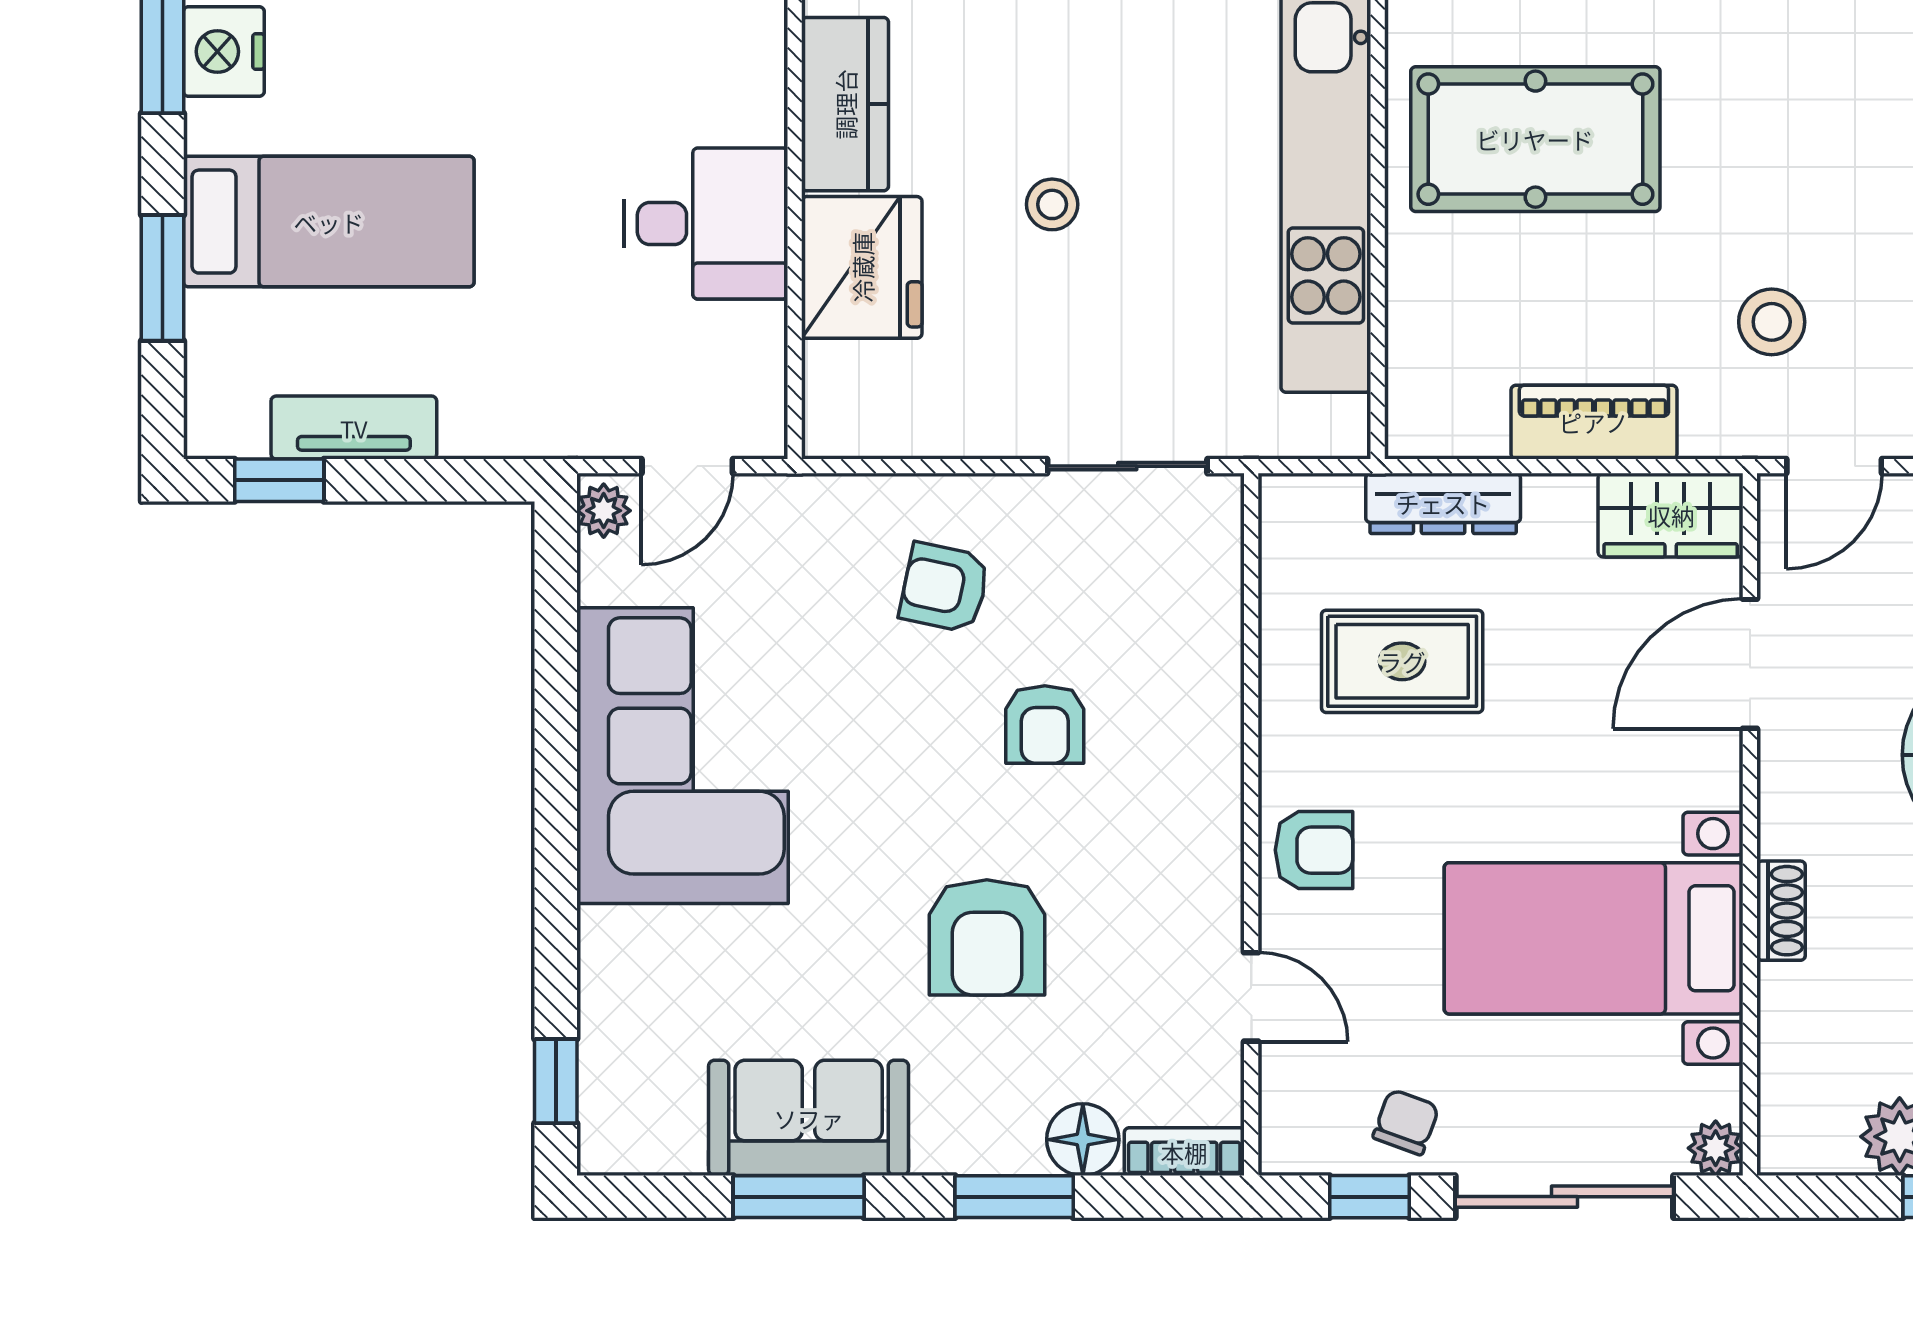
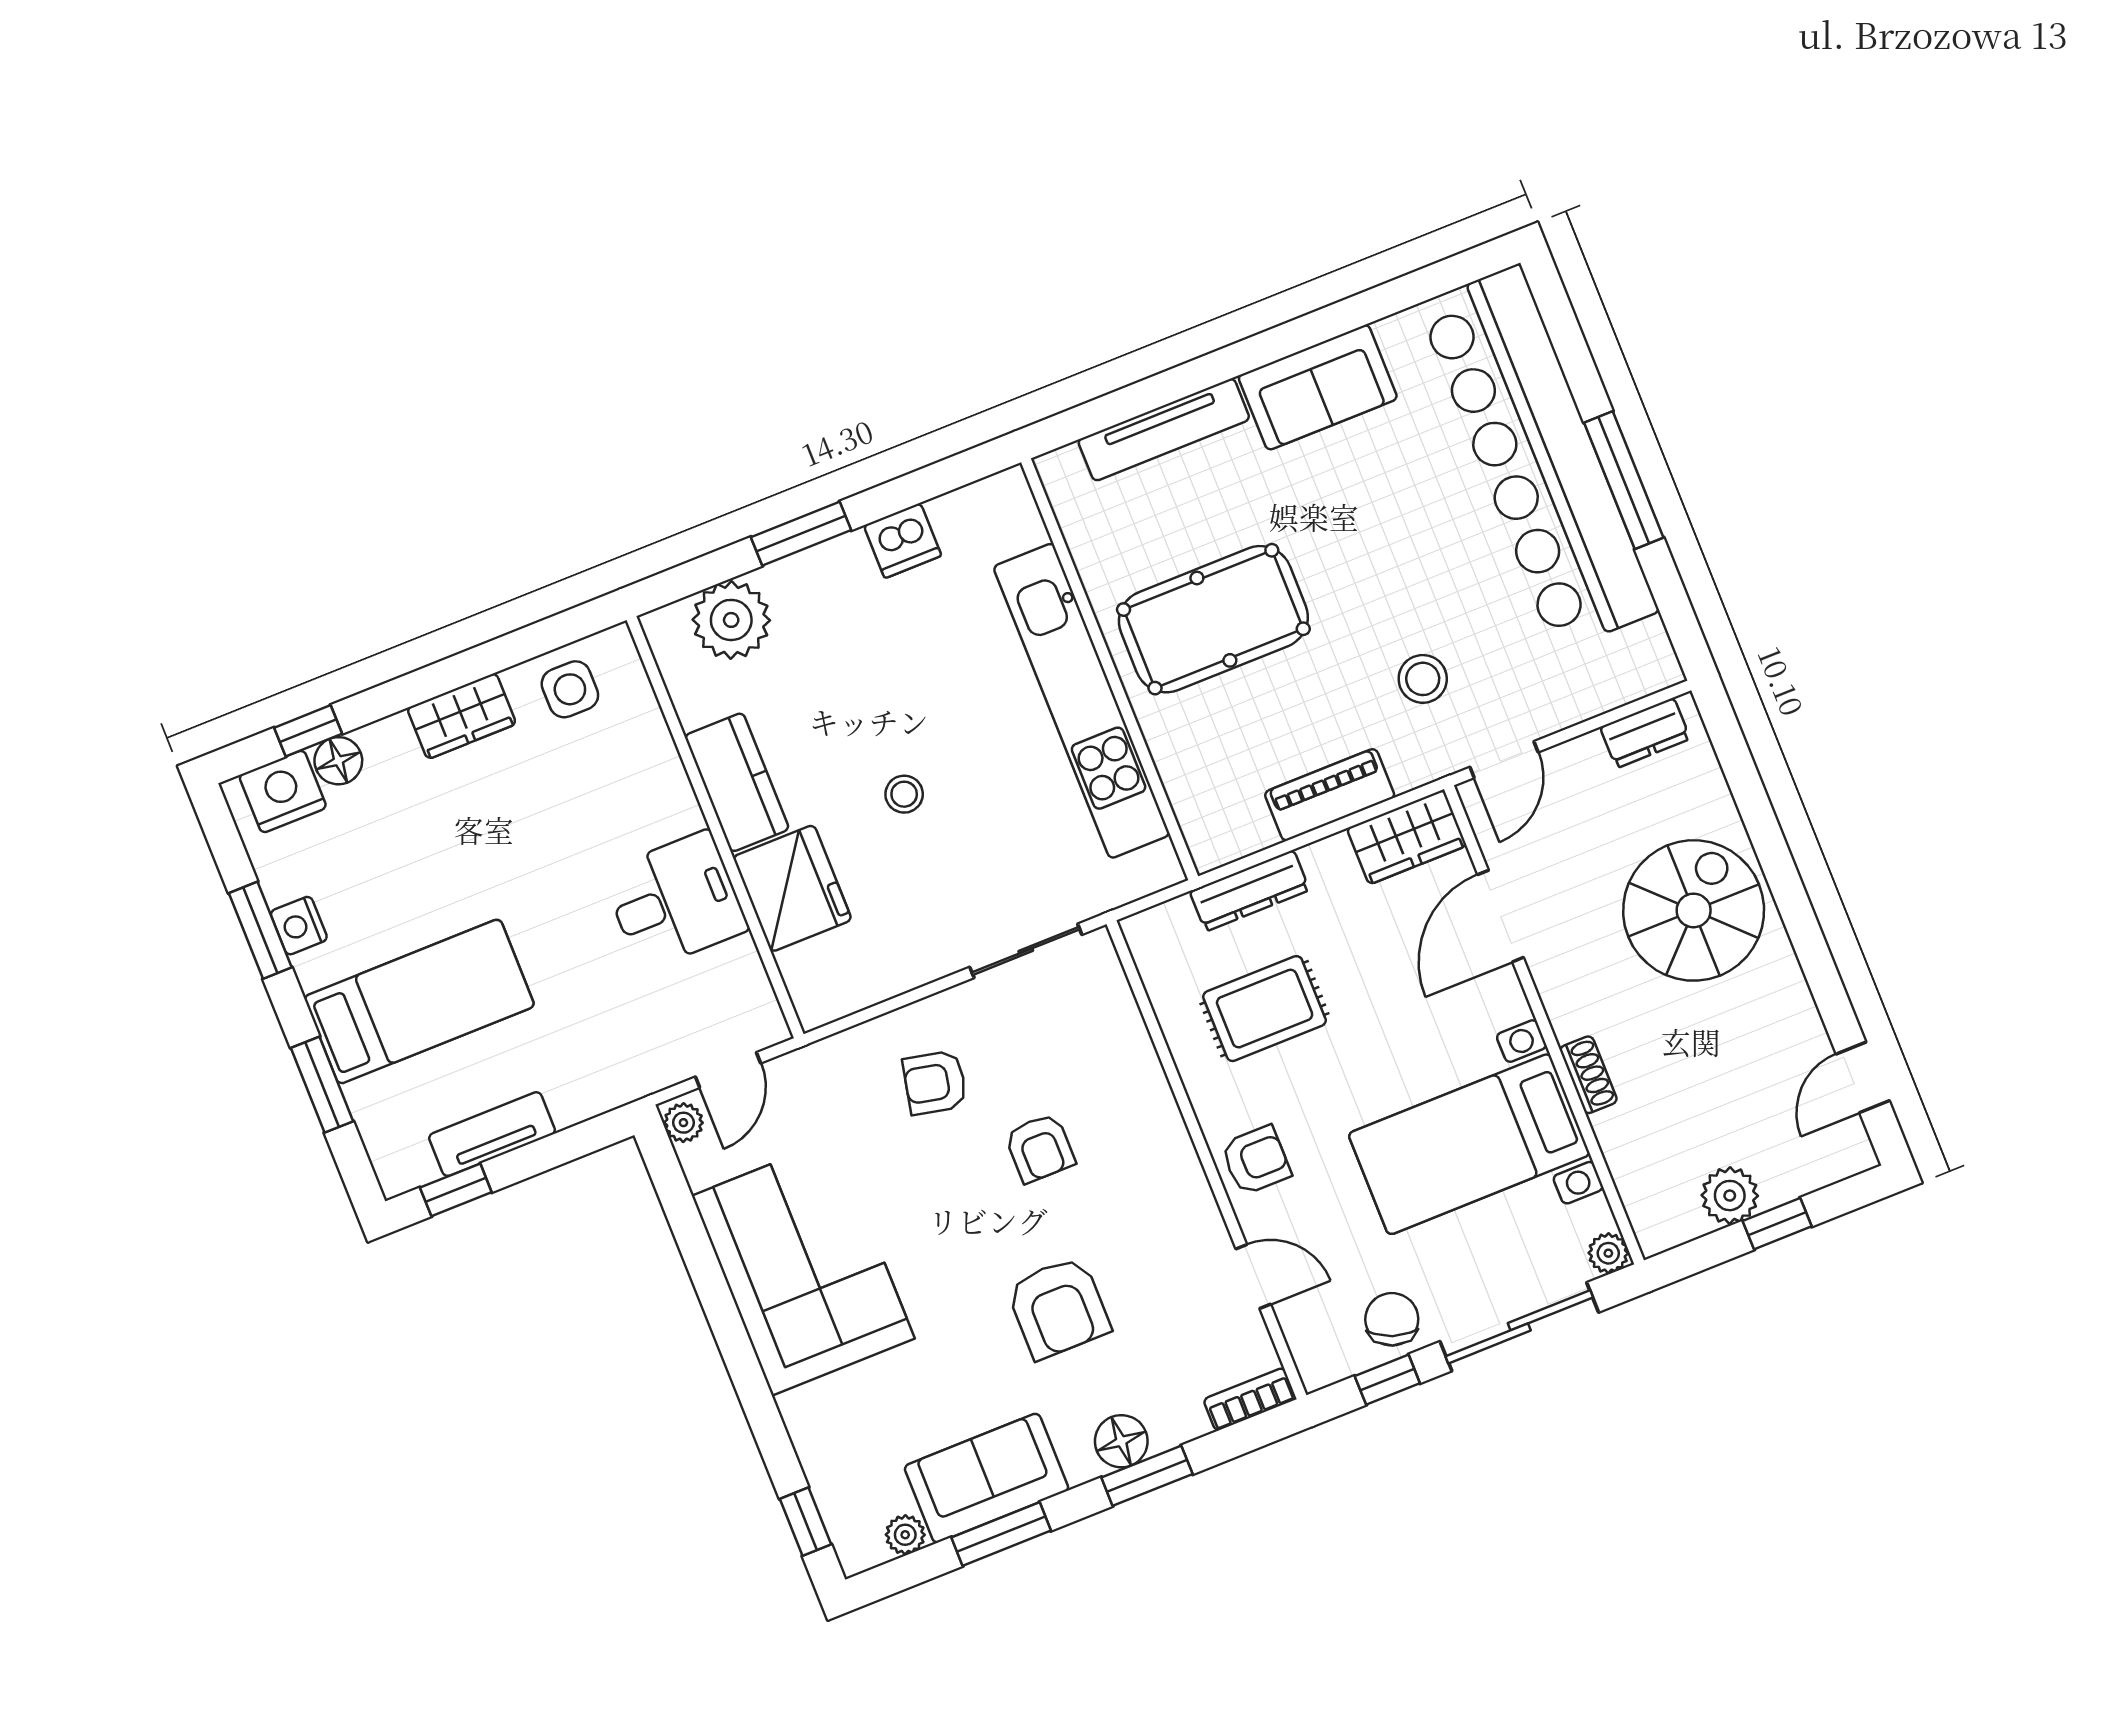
nightstand: (224, 52) -> (299, 926), width x0.74, depth x0.75
chair: (1406, 1122) -> (1392, 1319), width x1.37, depth x1.37
floor lamp: (1083, 1140) -> (1121, 1441), moved
plant: (676, 1149) -> (905, 1535), added

